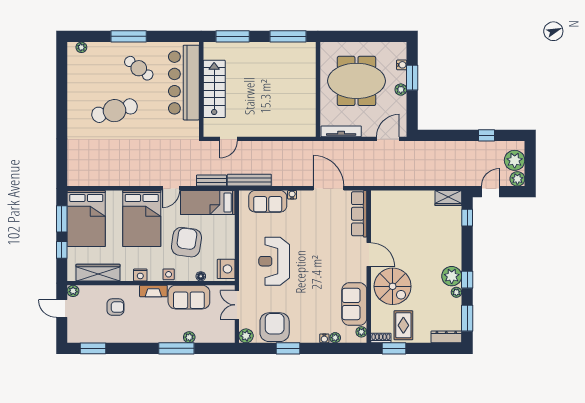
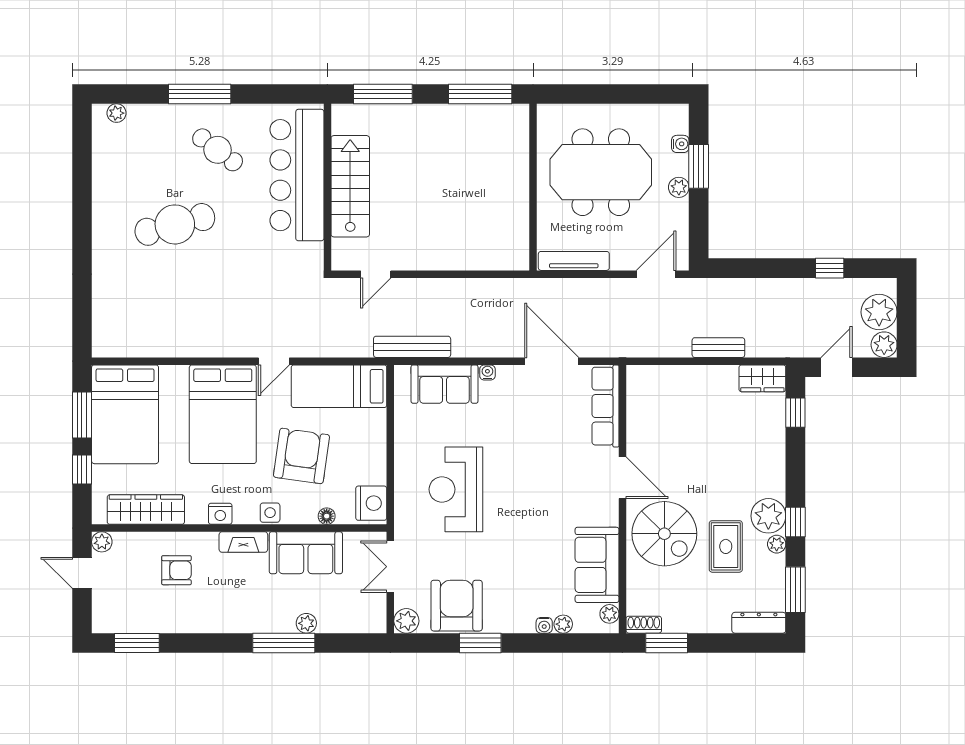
bench: (211, 181) -> (718, 348), moved
rug: (403, 325) -> (726, 546), moved

